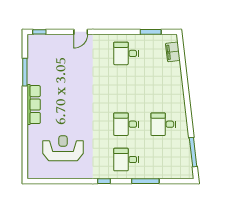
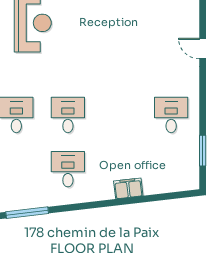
filing cabinet: (173, 52) -> (128, 188), moved

